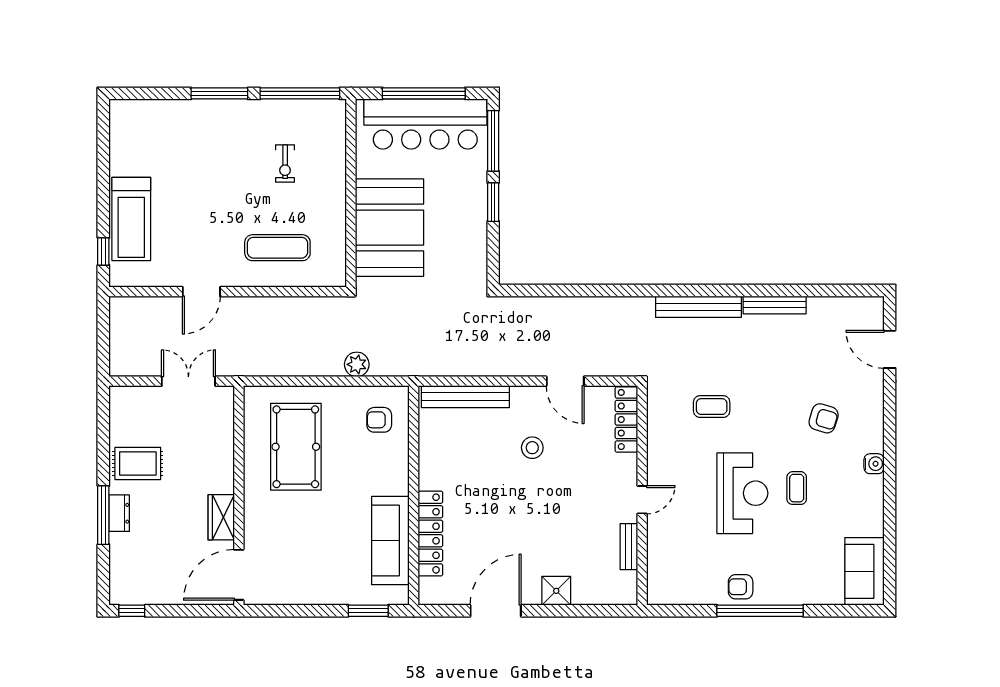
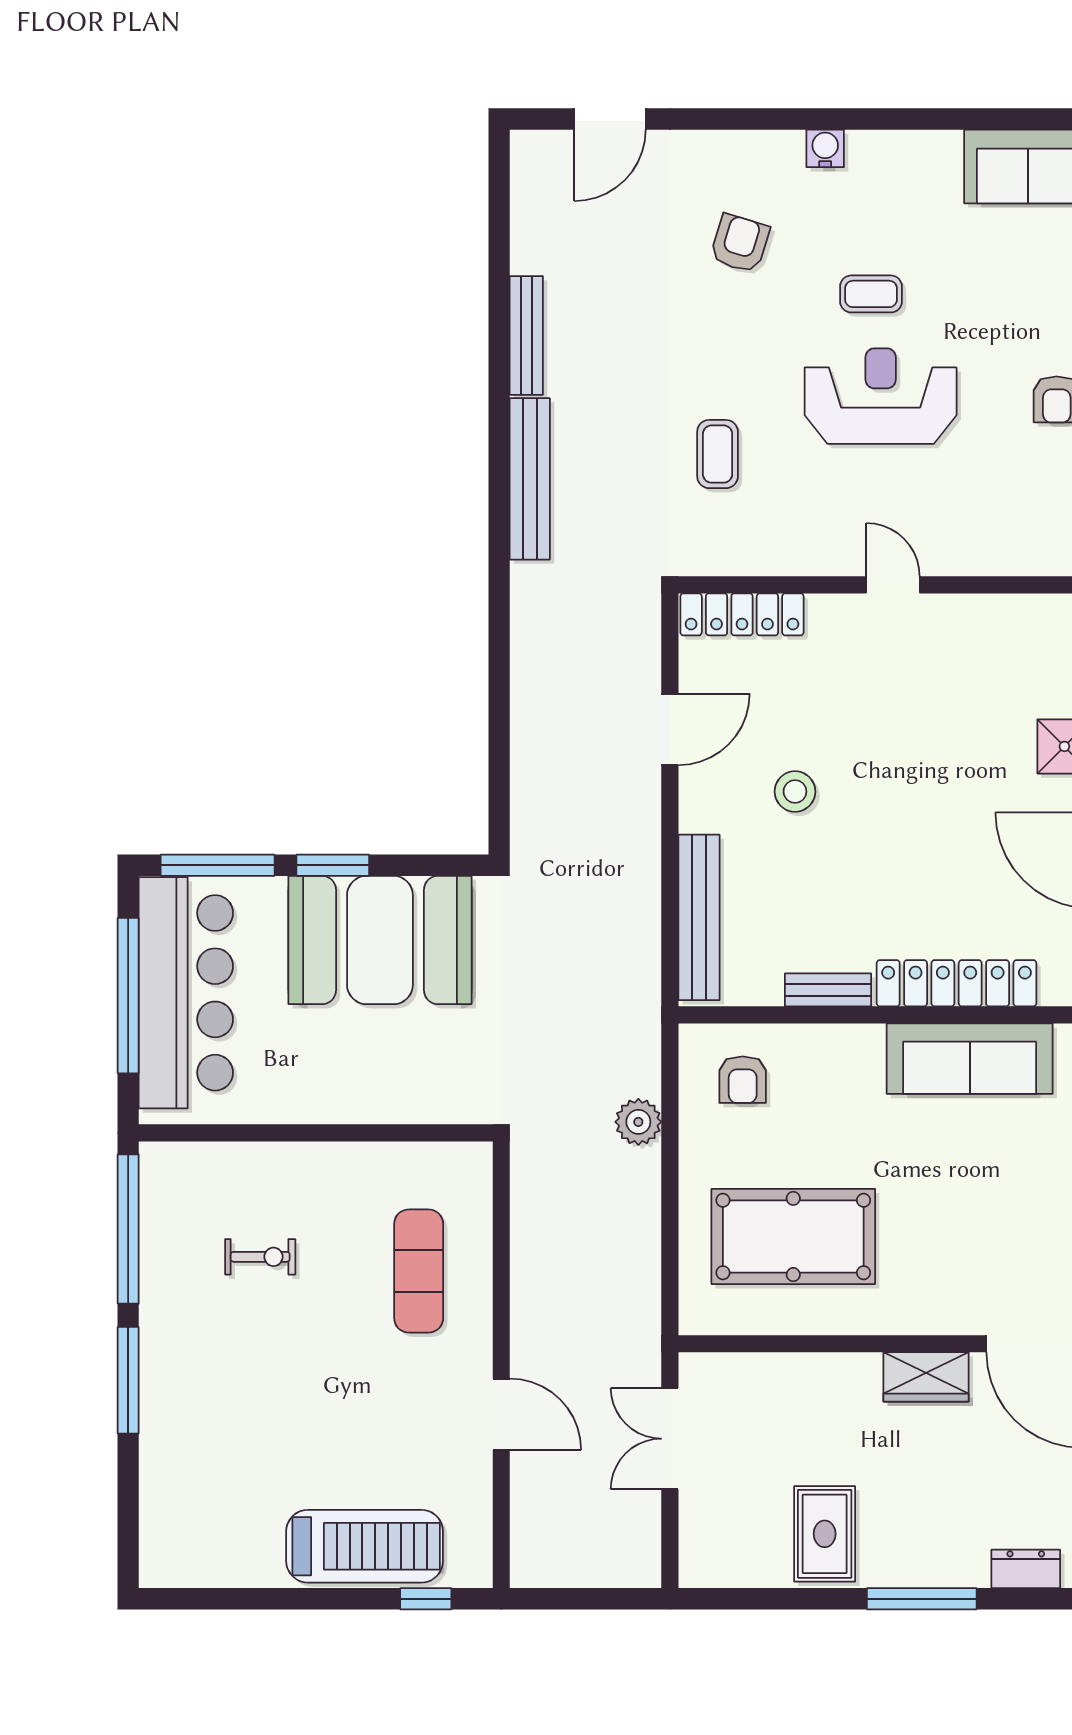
booth: (389, 228) -> (380, 940), moved
dresser: (119, 513) -> (1026, 1569), moved
bench: (629, 547) -> (828, 990), moved

